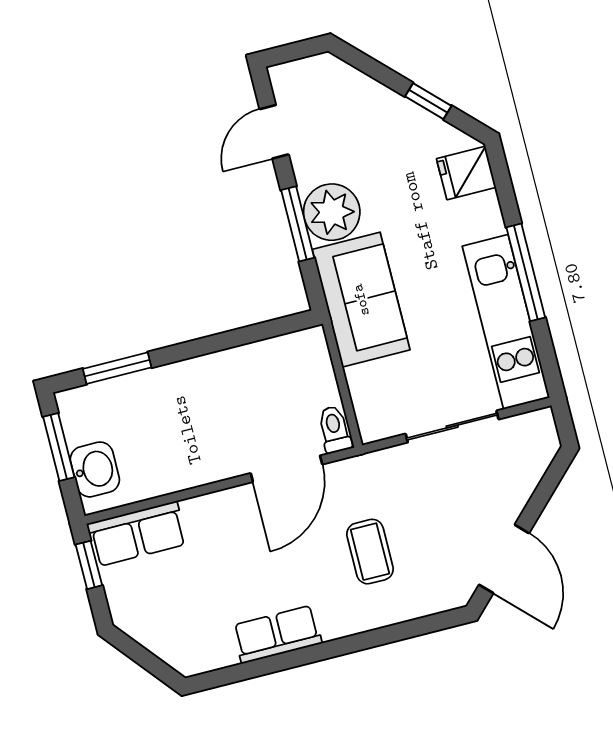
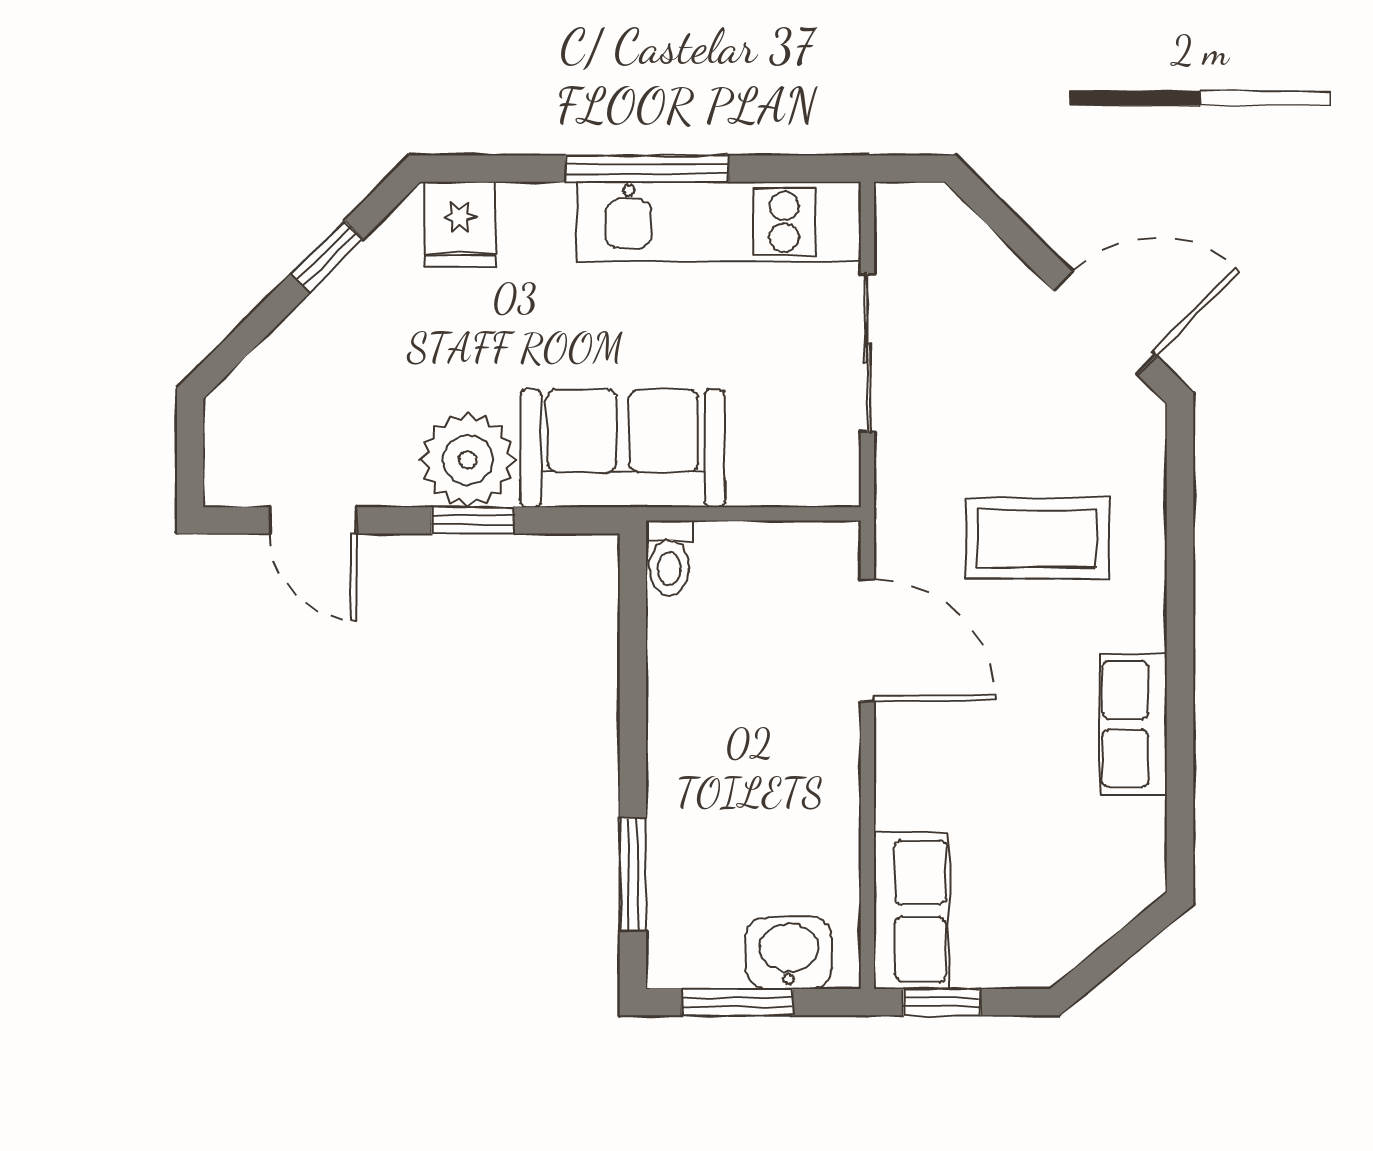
window: (298, 224) -> (473, 520), width x0.67
toilet: (334, 429) -> (669, 558), moved, turned -90
coffee table: (370, 552) -> (1037, 538), width x1.36, depth x1.30

